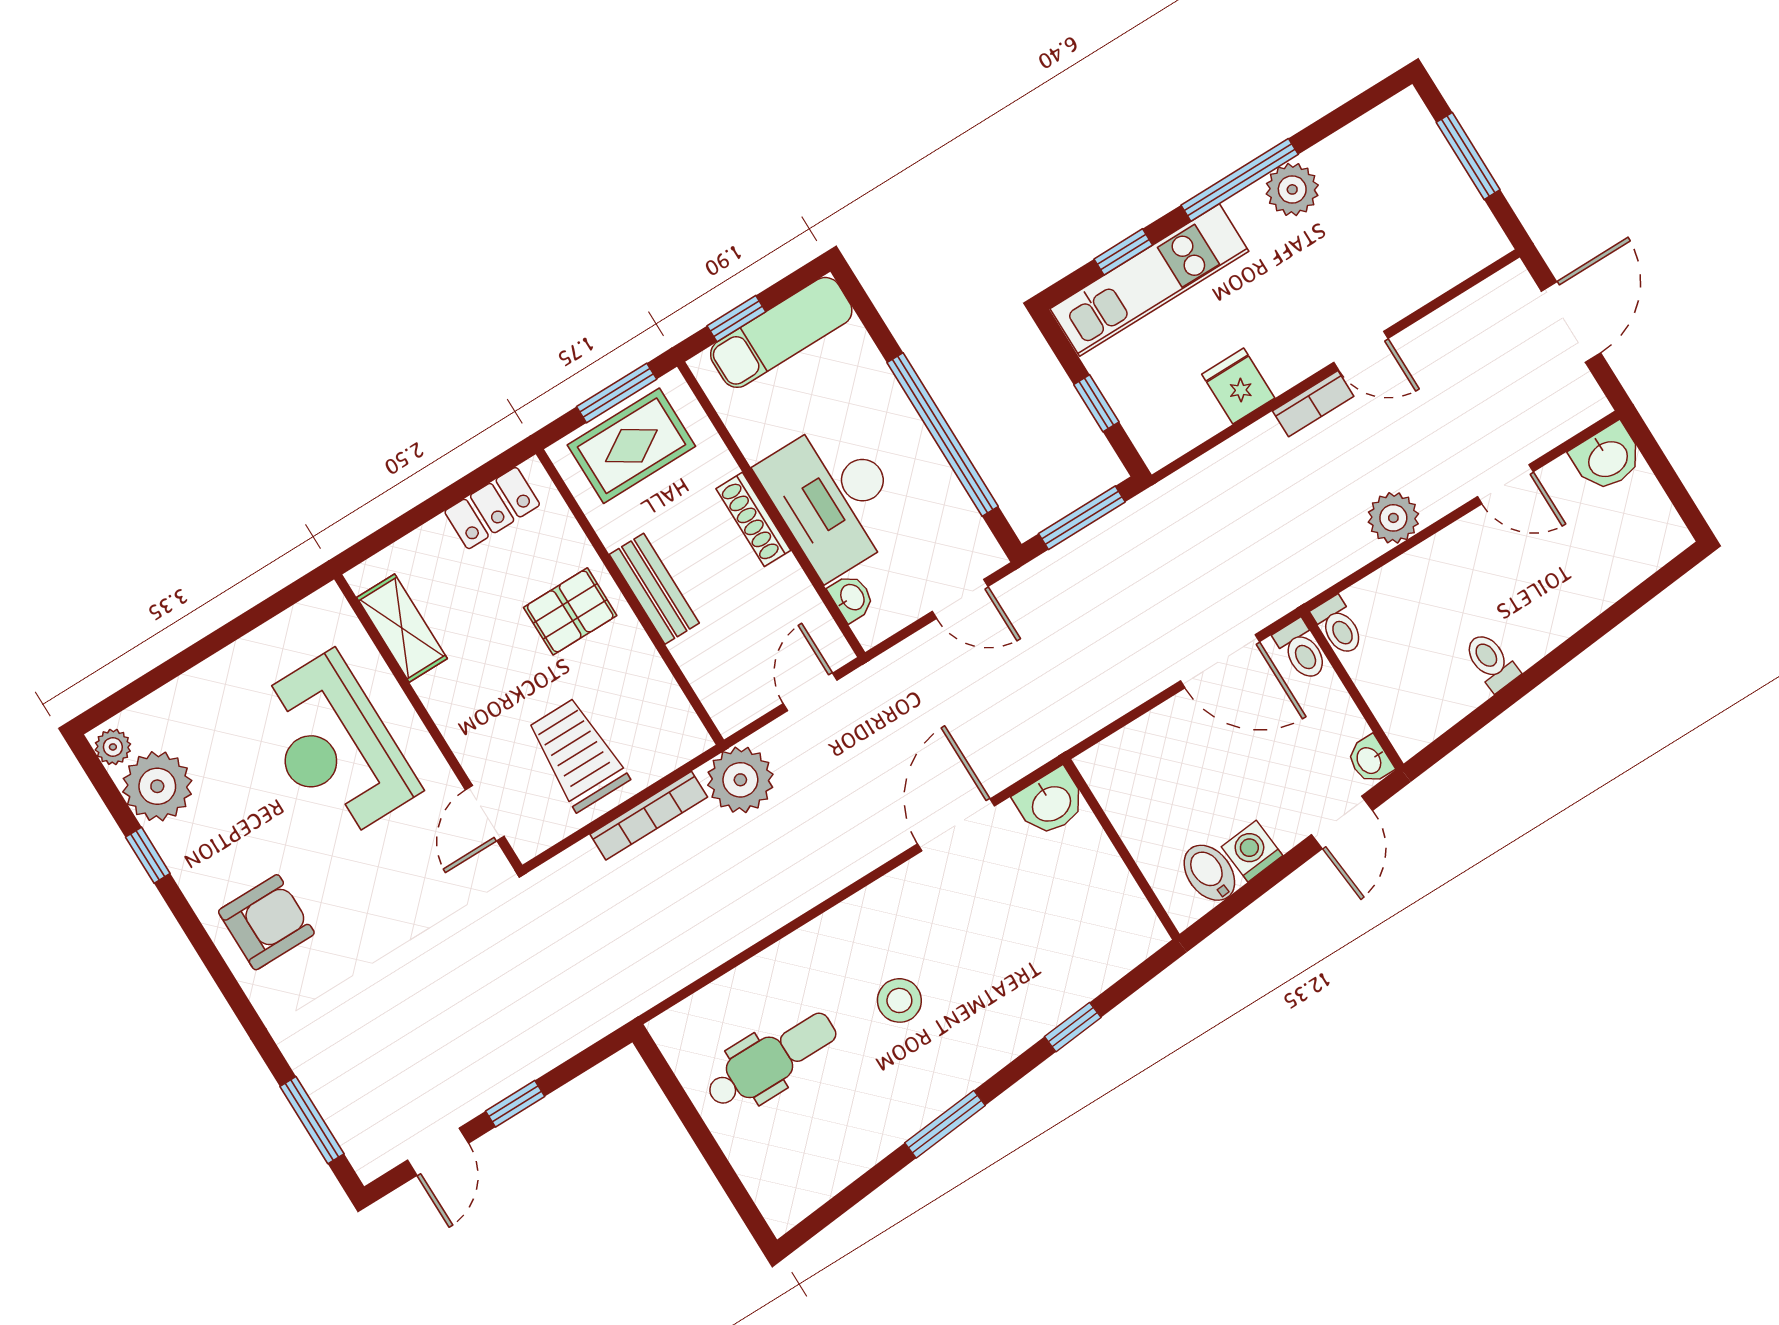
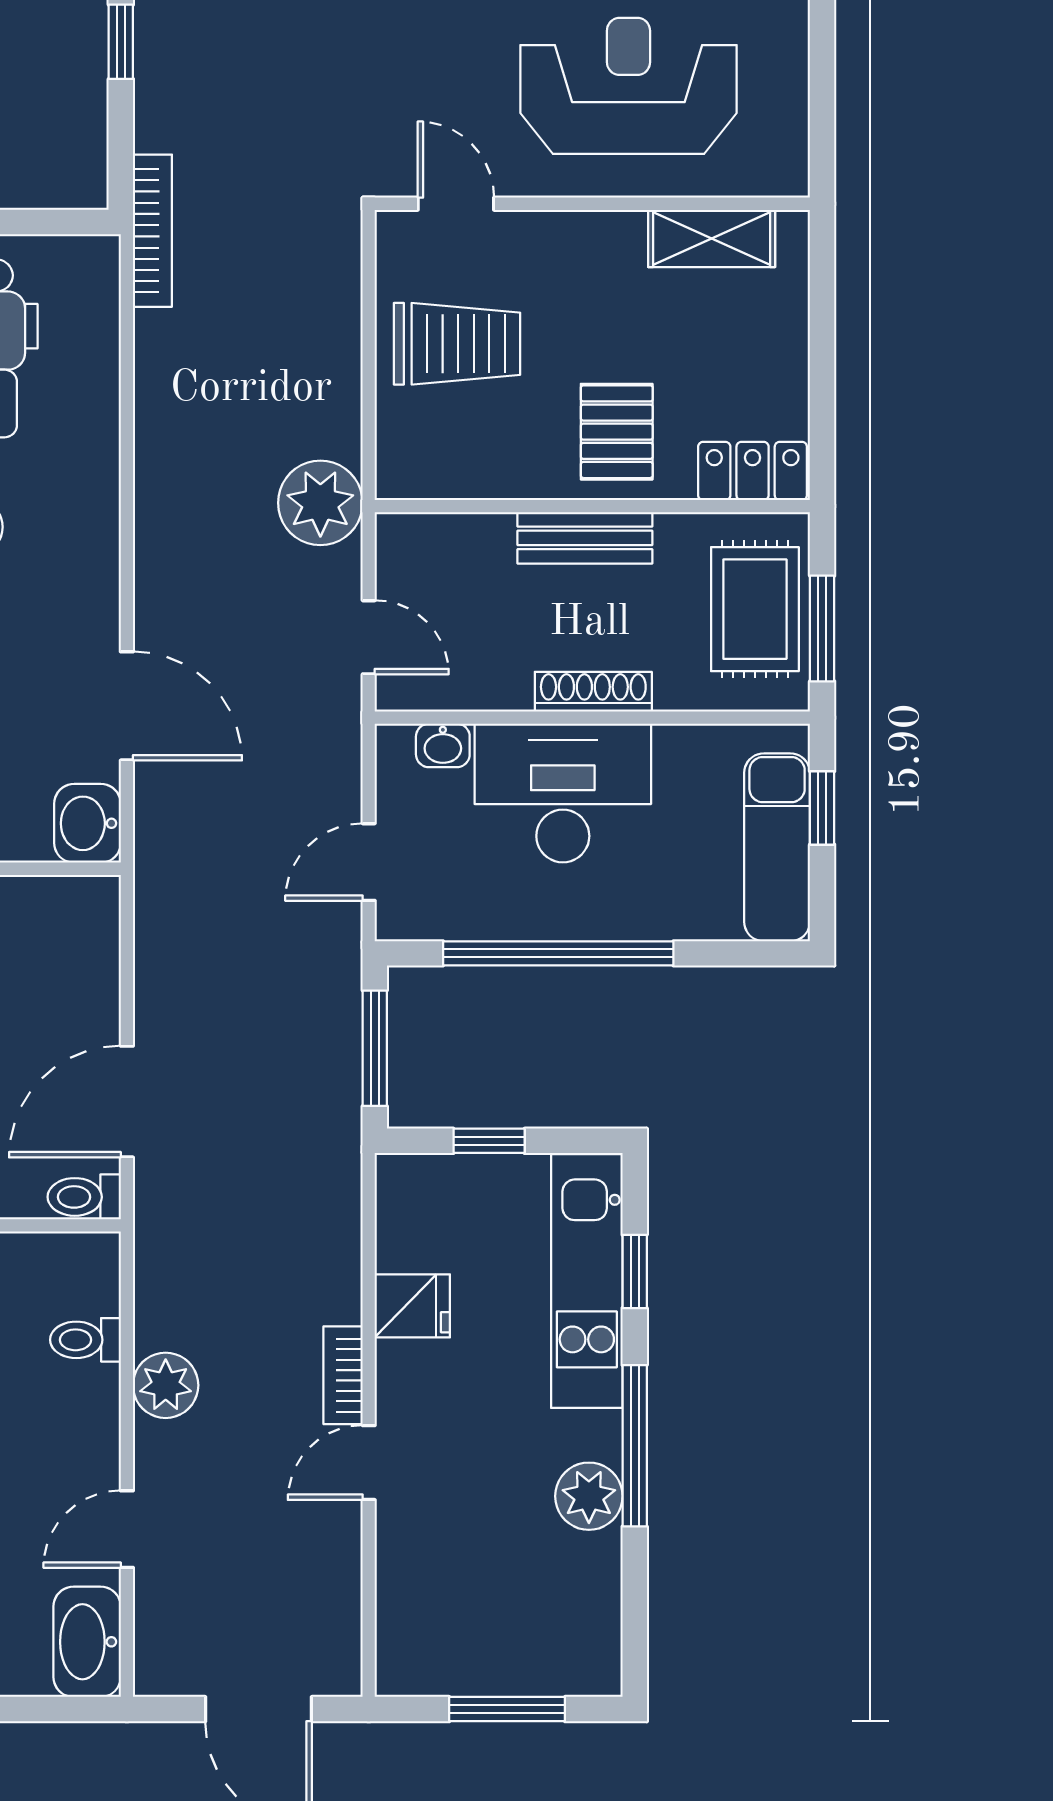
washbasin: (1607, 458) -> (87, 1642), width x1.38
locker: (492, 508) -> (753, 471), moved, turned 90
toilet: (1338, 626) -> (85, 1340), moved
bookcase: (649, 816) -> (152, 231), moved, turned 180

